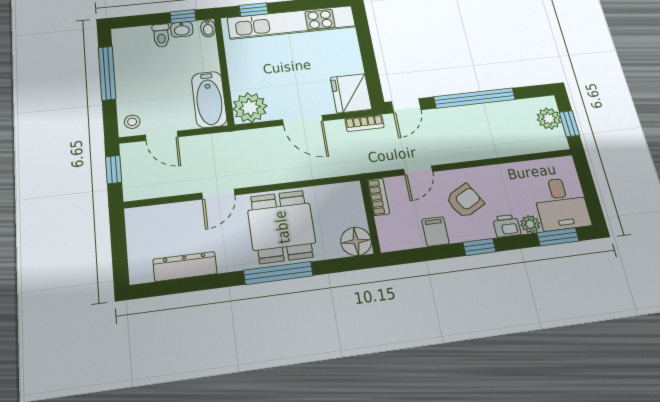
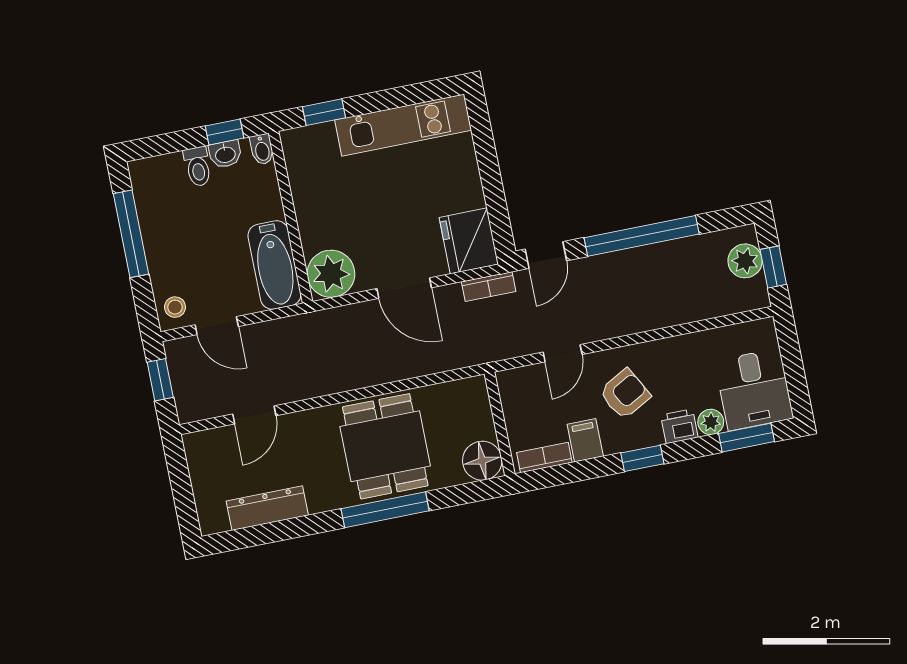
kitchen unit: (291, 22) -> (403, 125), width x0.73
door: (218, 194) -> (254, 415), moved
bookcase: (378, 197) -> (544, 458), moved, turned -90

